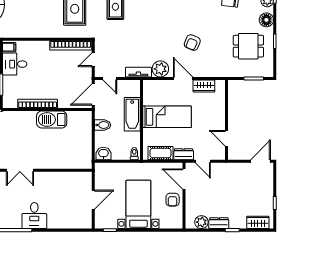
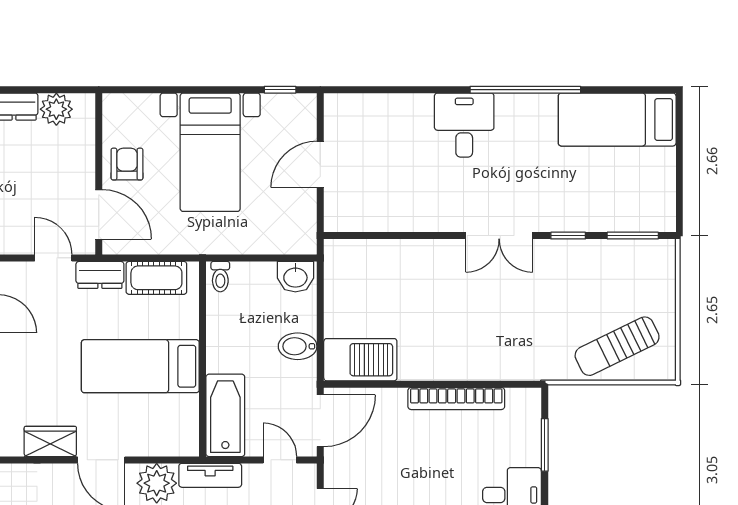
bathtub: (132, 114) -> (225, 415), moved
barbecue: (52, 119) -> (360, 360), moved
double door: (20, 170) -> (499, 236), swing flipped

